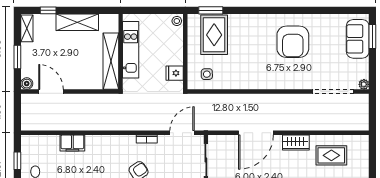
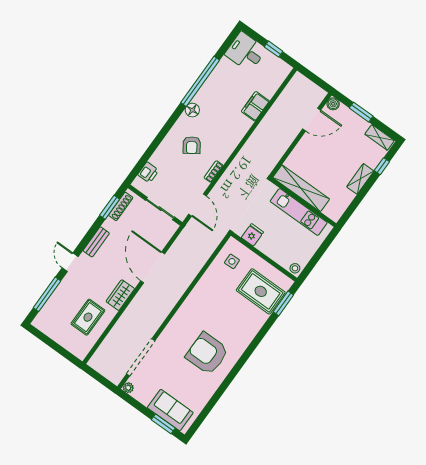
shelving: (77, 22) -> (360, 179), width x0.67, depth x0.75

